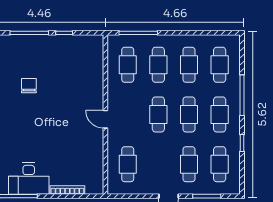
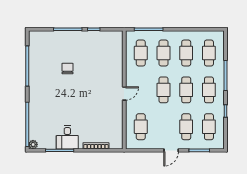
door: (105, 119) -> (124, 93), swing flipped
desk: (29, 179) -> (67, 137), width x0.73

